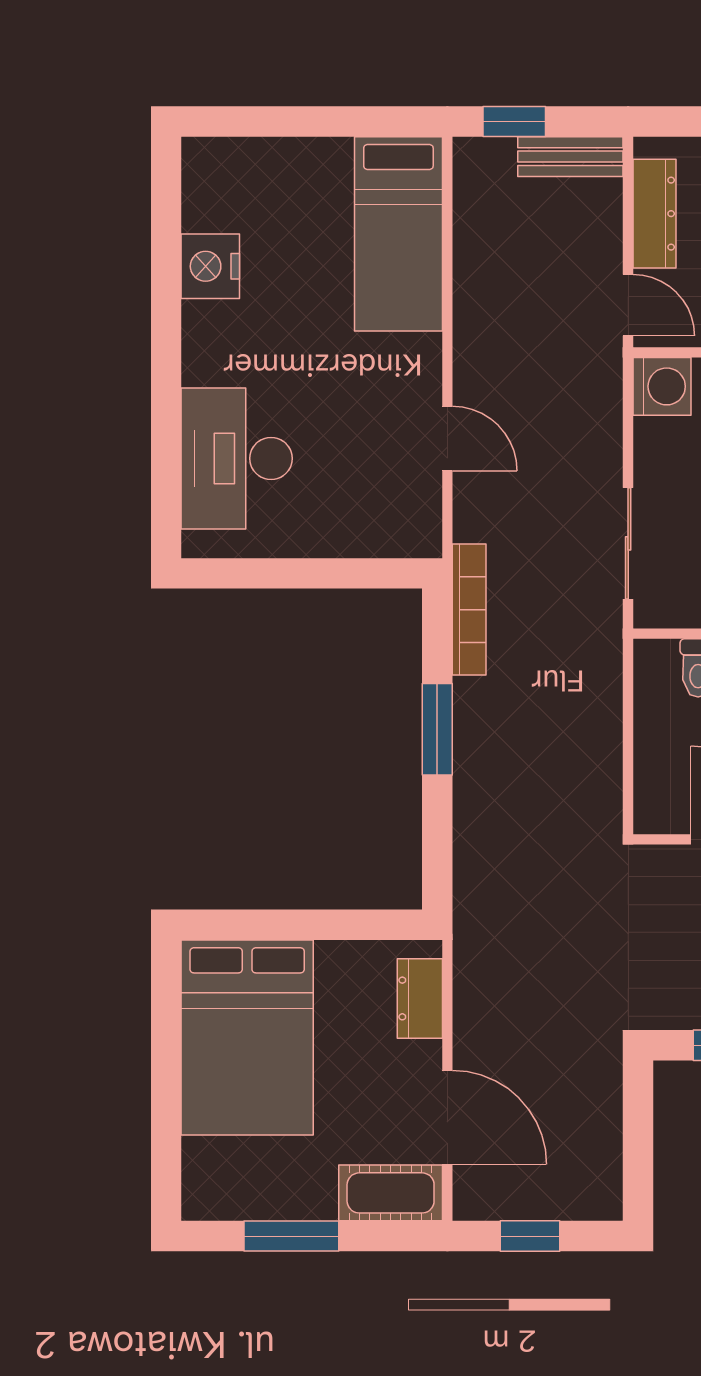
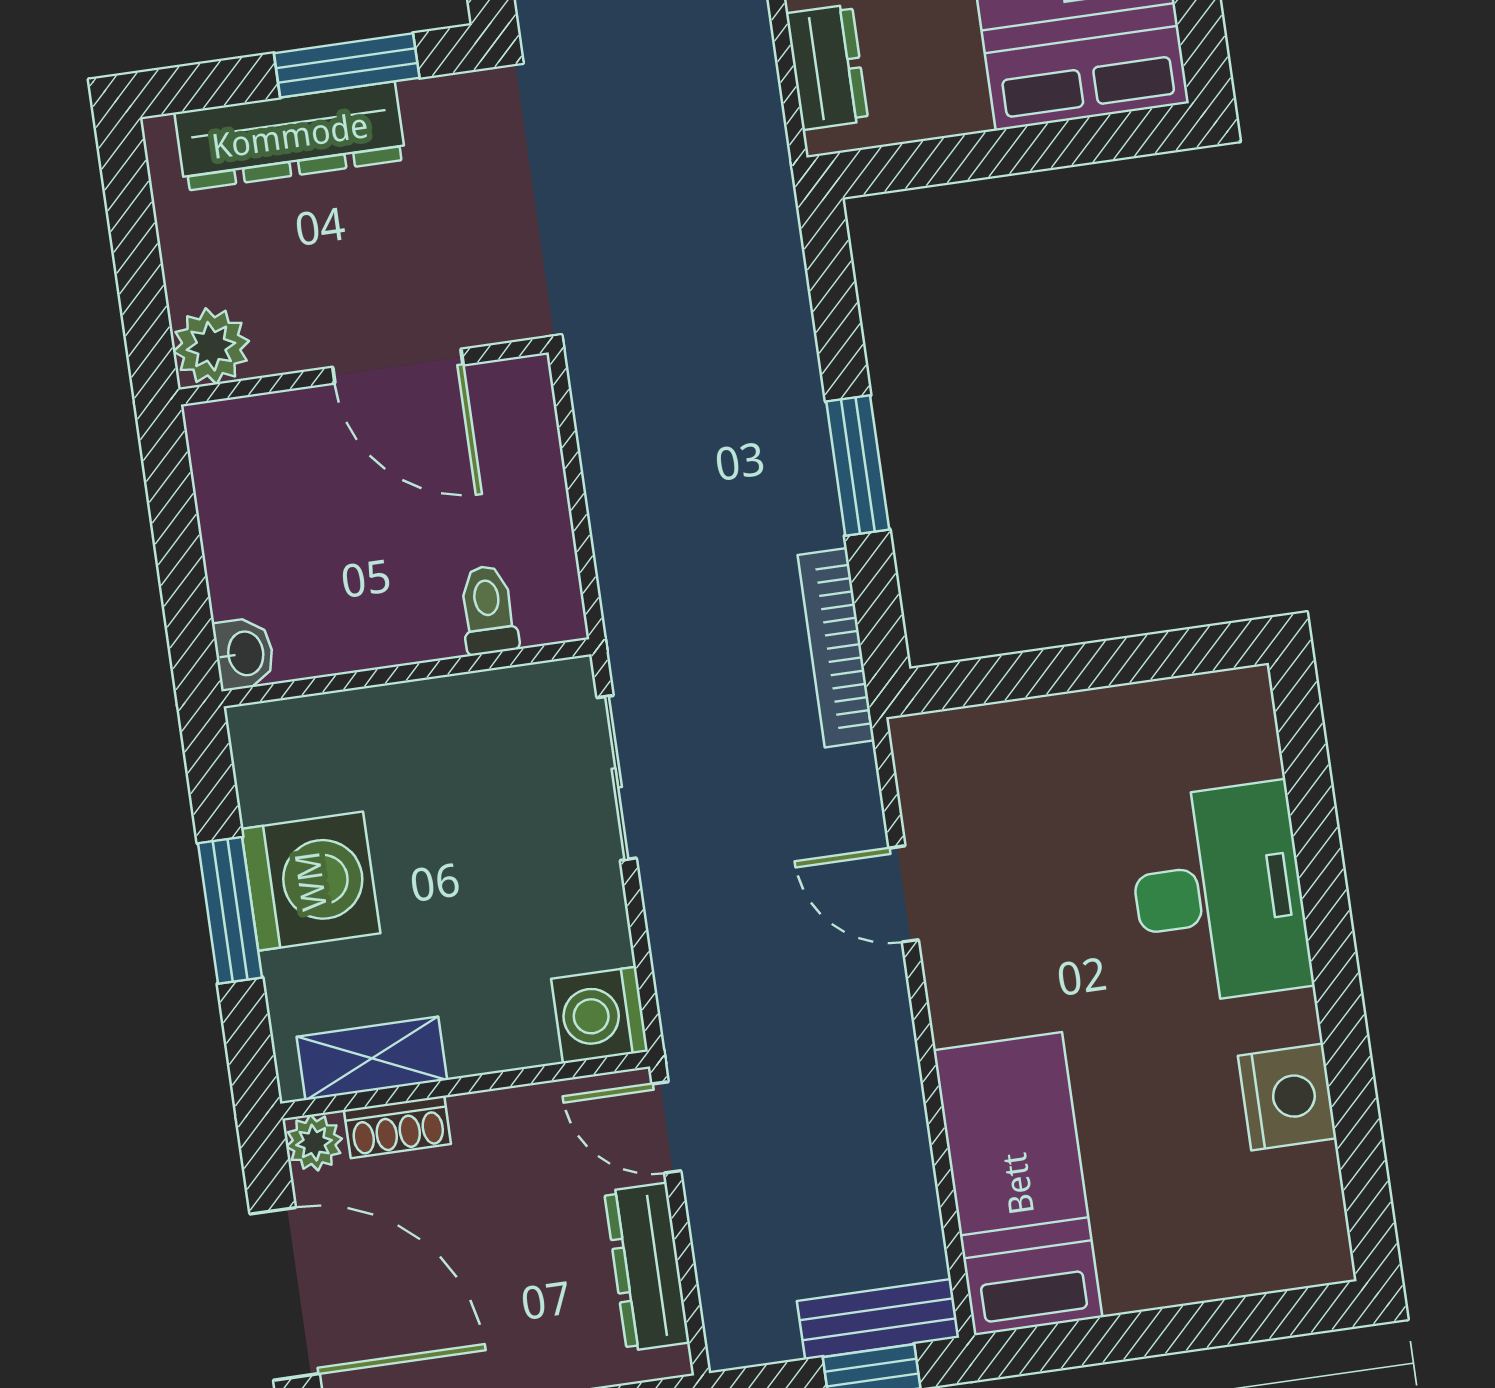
bench: (570, 157) -> (878, 1319), moved
desk: (237, 458) -> (1219, 894), moved

